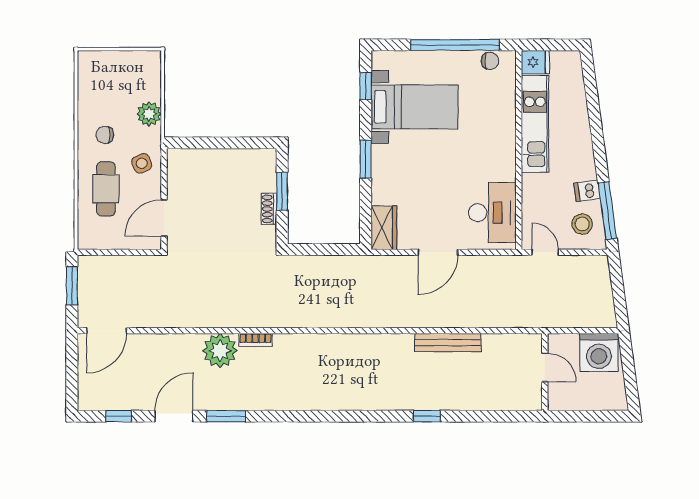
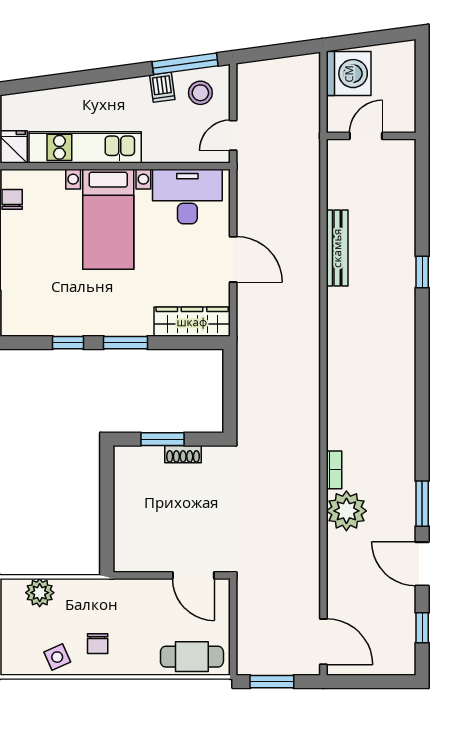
window: (366, 86) -> (68, 343), moved
bed with nightstands: (415, 107) -> (108, 219), moved, turned 180
plant: (149, 114) -> (40, 593), moved
side table: (142, 163) -> (57, 657), moved
cafe table: (106, 189) -> (192, 657), moved
wardrobe: (384, 228) -> (192, 322), width x1.50

